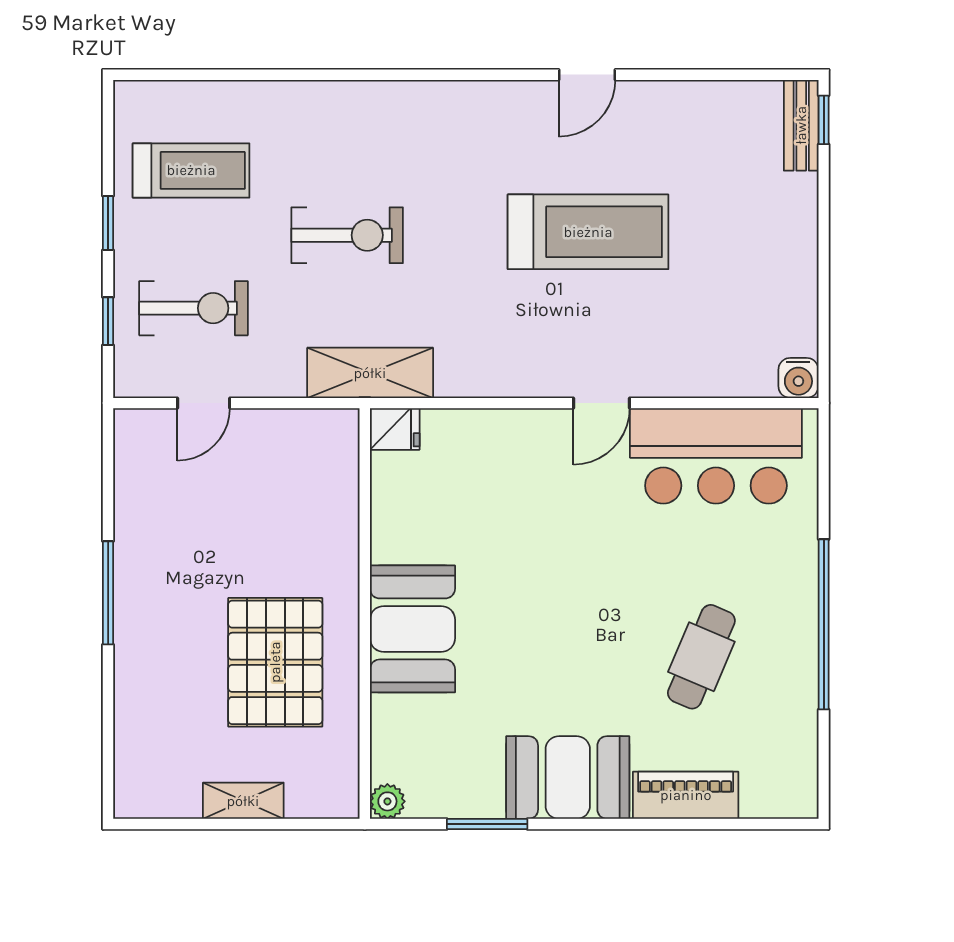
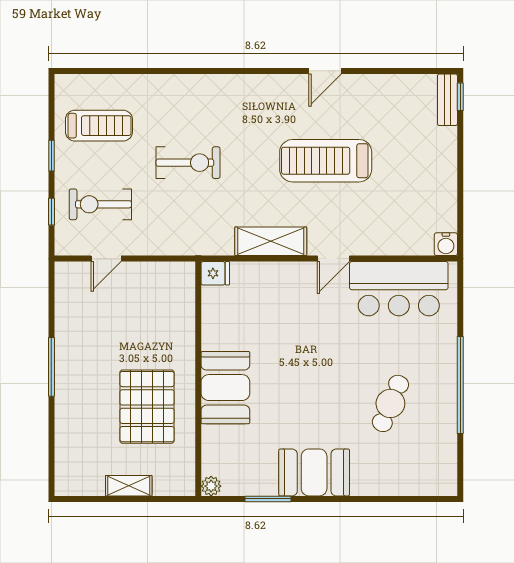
treadmill: (588, 232) -> (326, 161), turned 180
exercise bike: (194, 308) -> (100, 204), turned 180
shelving: (370, 373) -> (271, 241), moved
piano: (686, 795) -> (381, 483), removed

